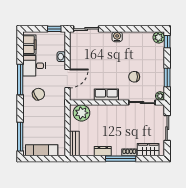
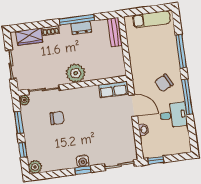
window: (118, 29) -> (83, 170), added
window: (167, 42) -> (23, 150), moved
filing cabinet: (29, 45) -> (182, 138), removed
door: (67, 78) -> (133, 106), swing flipped
row of seats: (106, 95) -> (113, 89), moved
plant: (81, 113) -> (76, 73), moved
window: (20, 137) -> (181, 51), moved
window: (121, 159) -> (77, 20), moved

